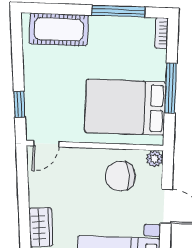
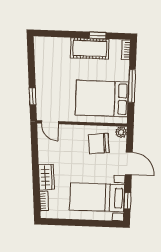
window: (118, 11) -> (98, 35), width x0.46
cot: (59, 29) -> (90, 48), moved
door: (46, 144) -> (50, 122), hinge flipped

